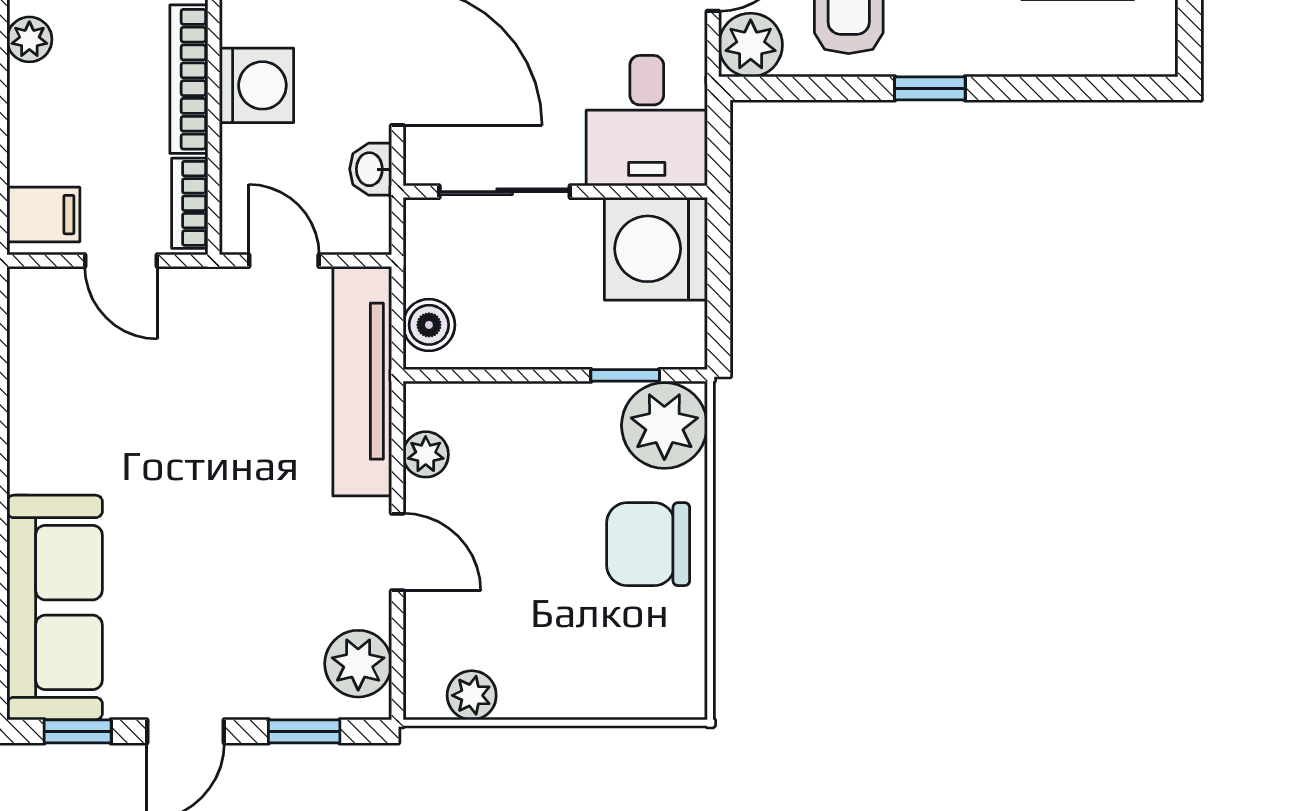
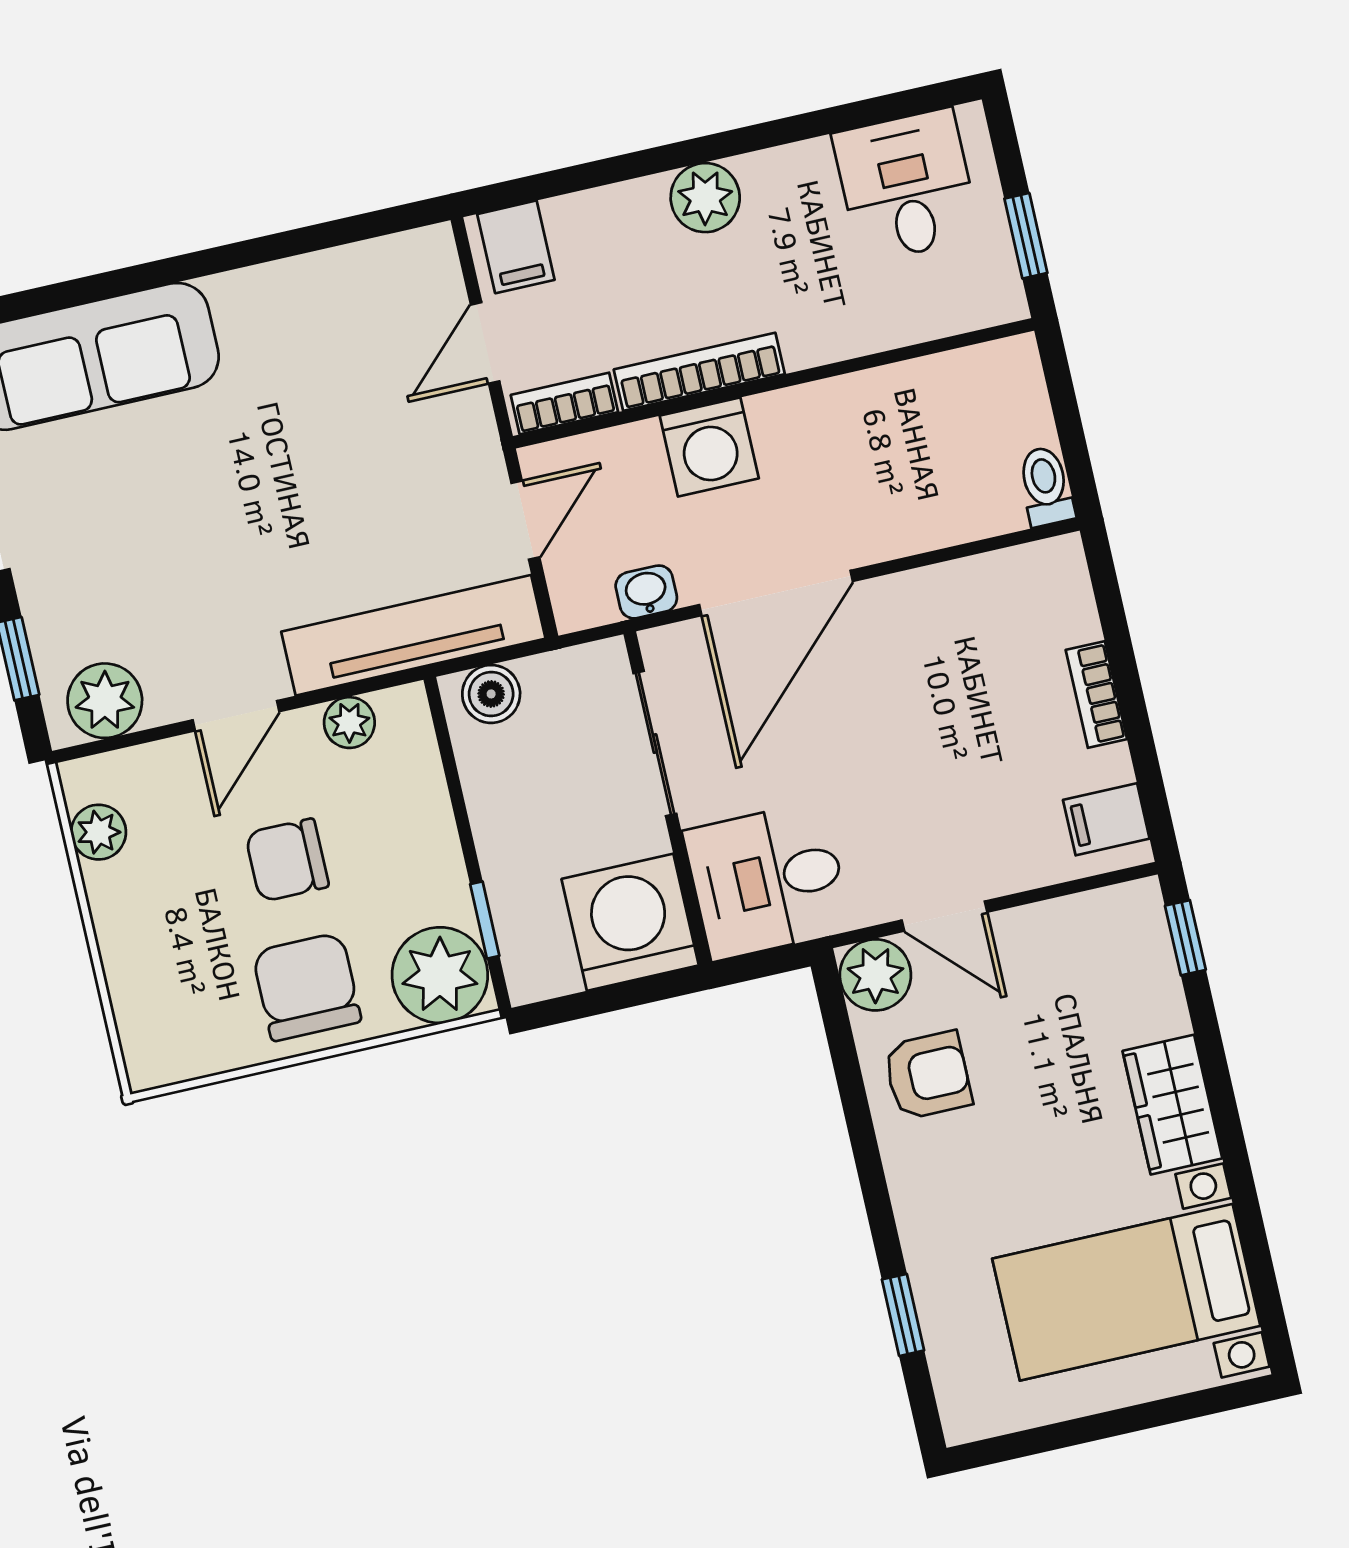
plant: (29, 39) -> (705, 198), width x1.38, depth x1.38
window: (930, 88) -> (903, 1315), moved
chair: (533, 536) -> (287, 860), added

